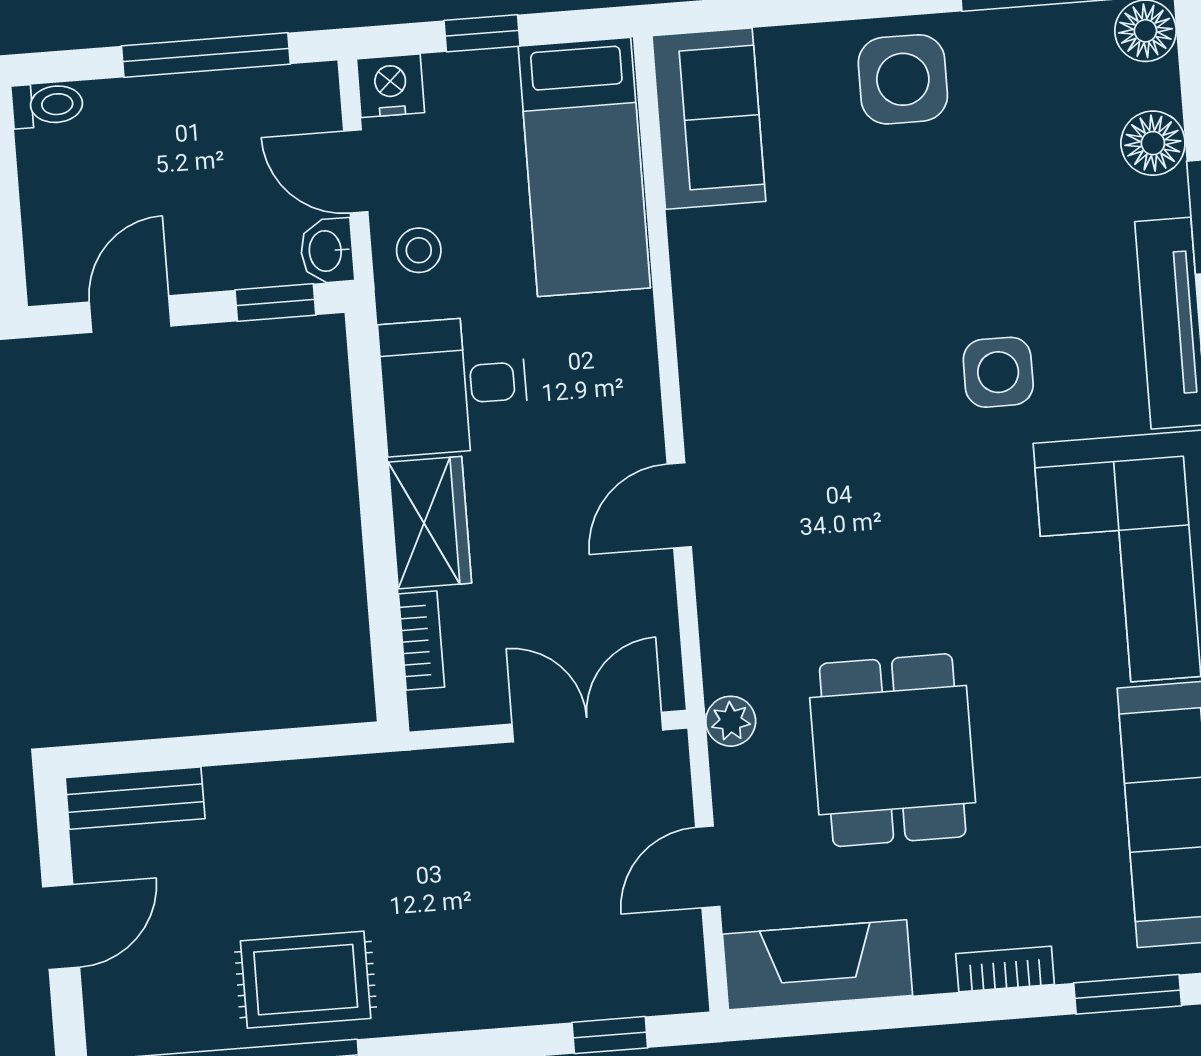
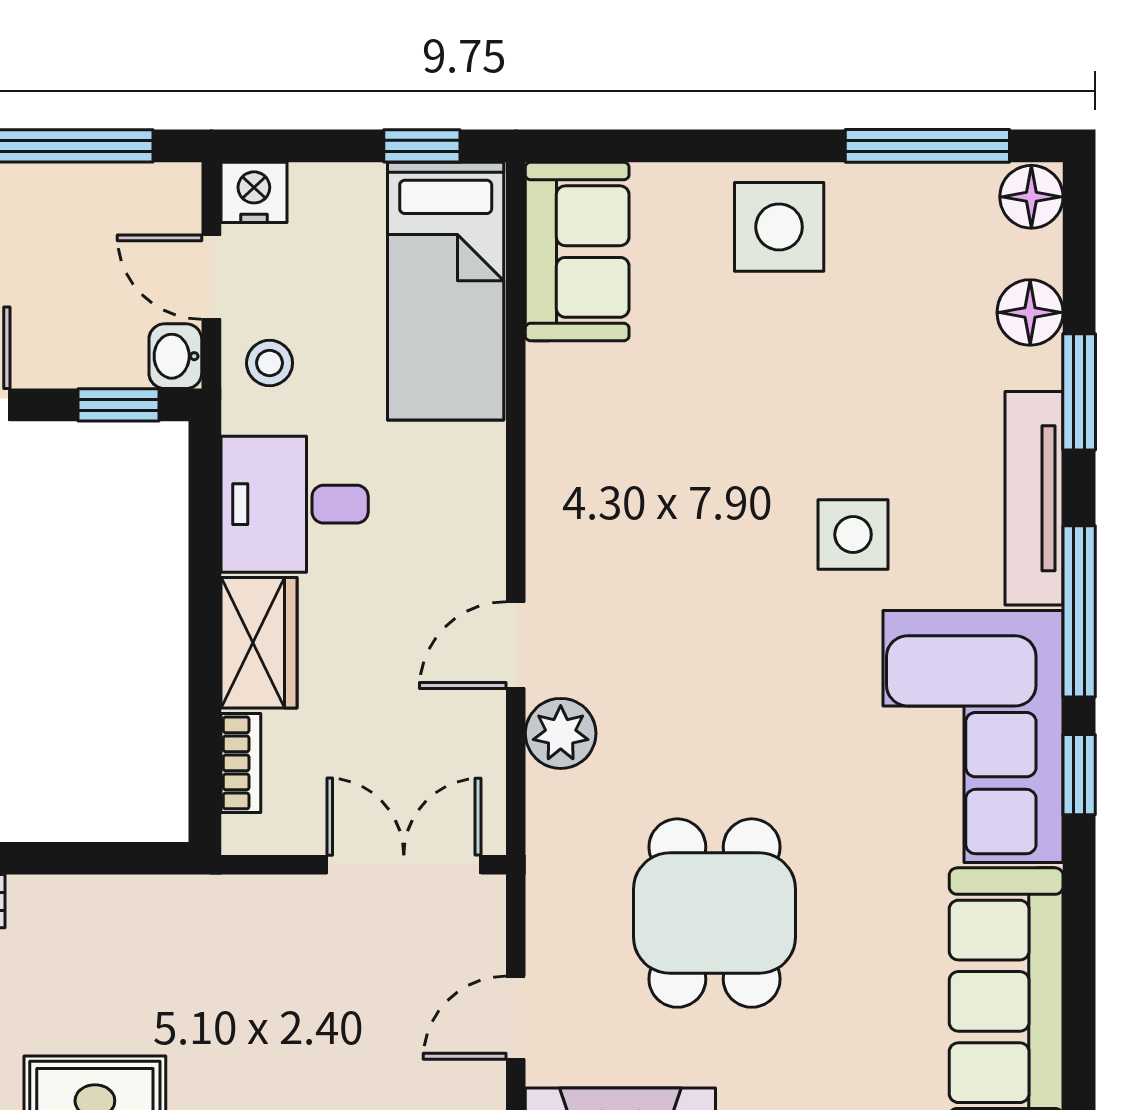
window: (482, 33) -> (422, 146), moved
plant: (731, 721) -> (561, 733), moved, width x1.38, depth x1.38

